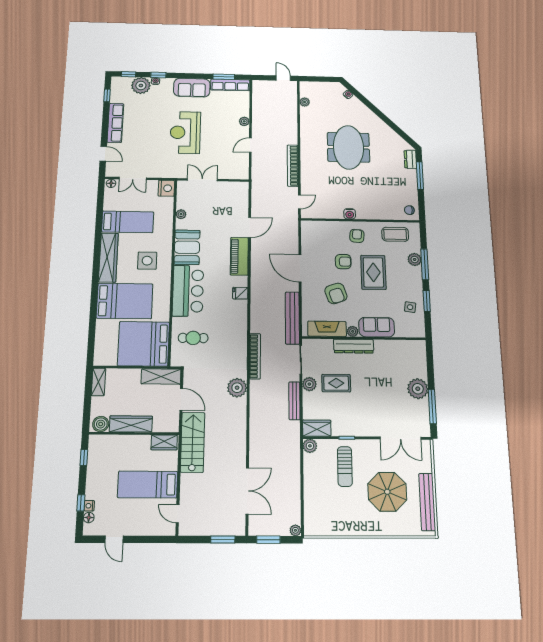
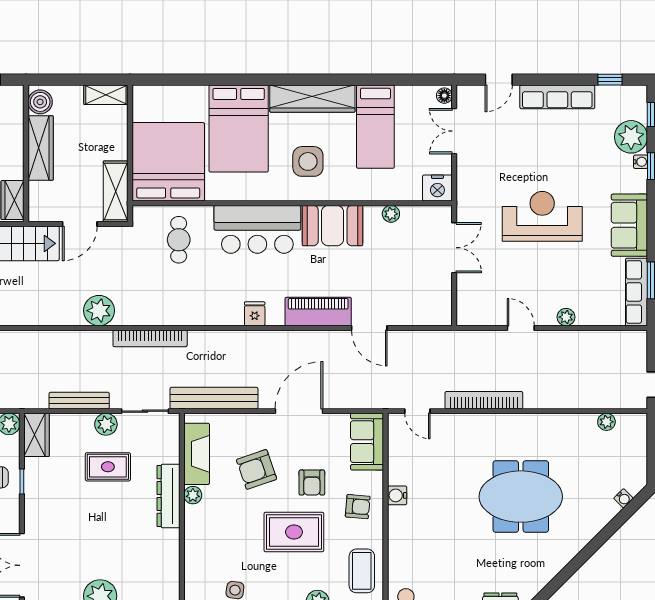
sofa: (377, 327) -> (367, 442), moved, turned 180
rug: (336, 383) -> (108, 467), turned 90

